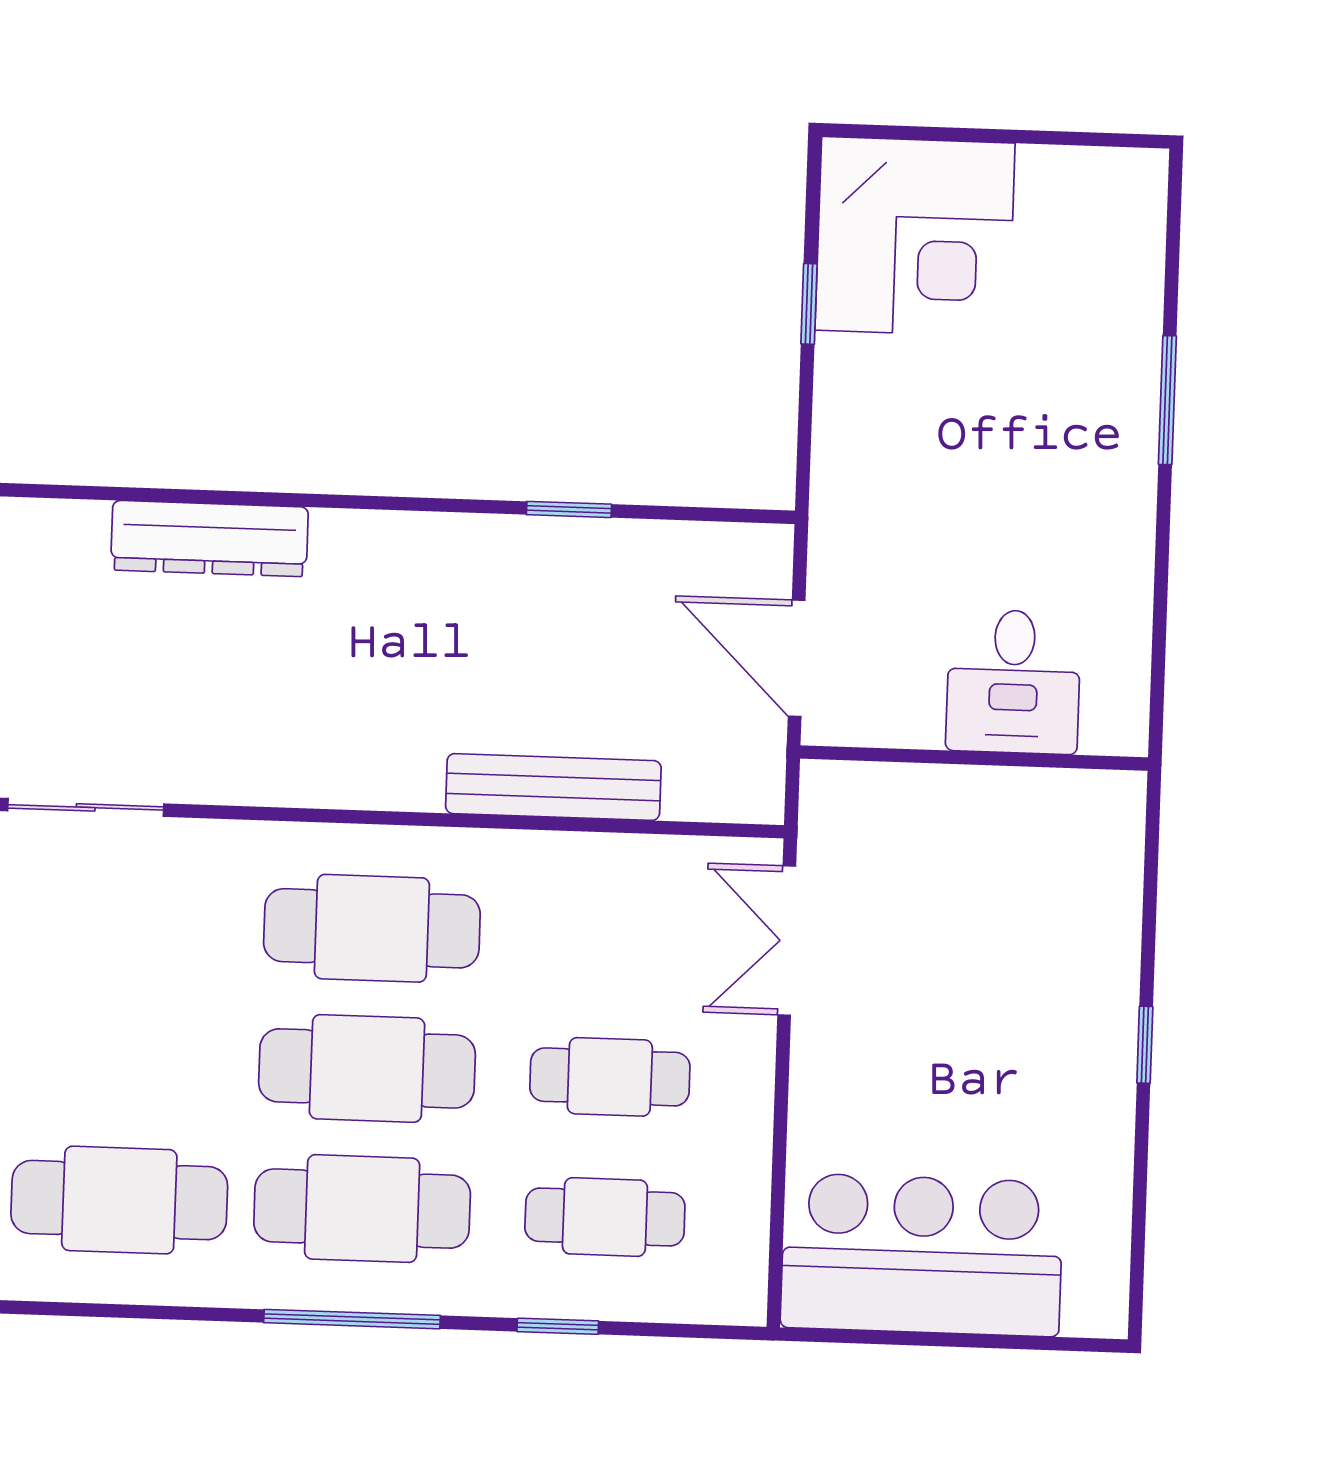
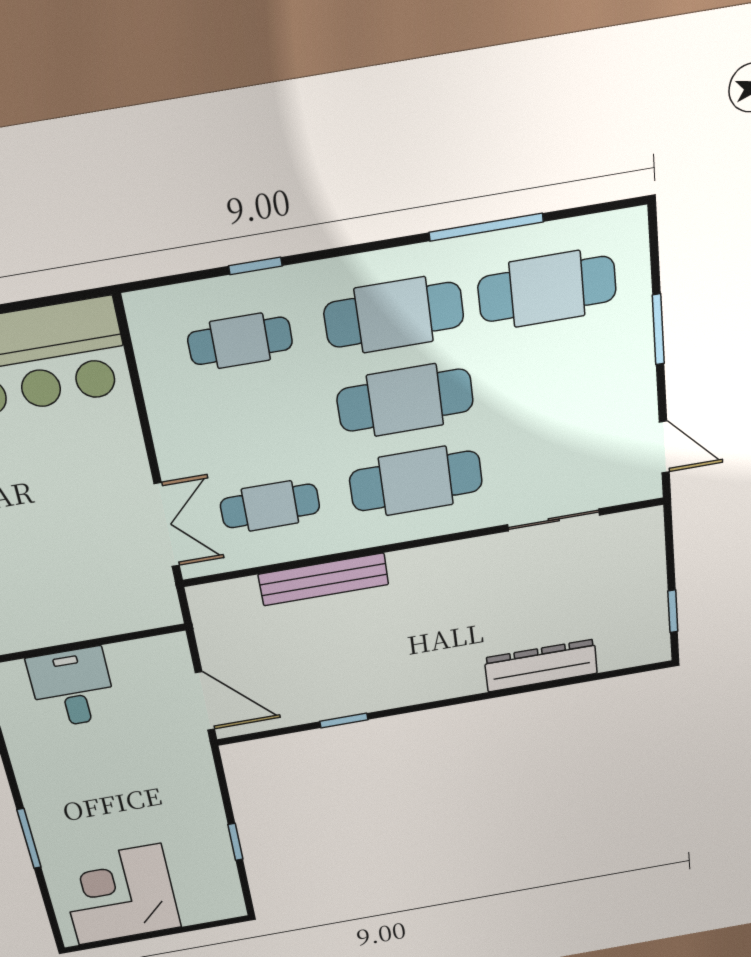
corner desk: (915, 237) -> (119, 895), moved
door: (797, 658) -> (205, 701), moved
sliding door: (86, 807) -> (554, 520), moved
cafe table: (610, 1077) -> (270, 506), moved
window: (352, 1319) -> (486, 227), moved

